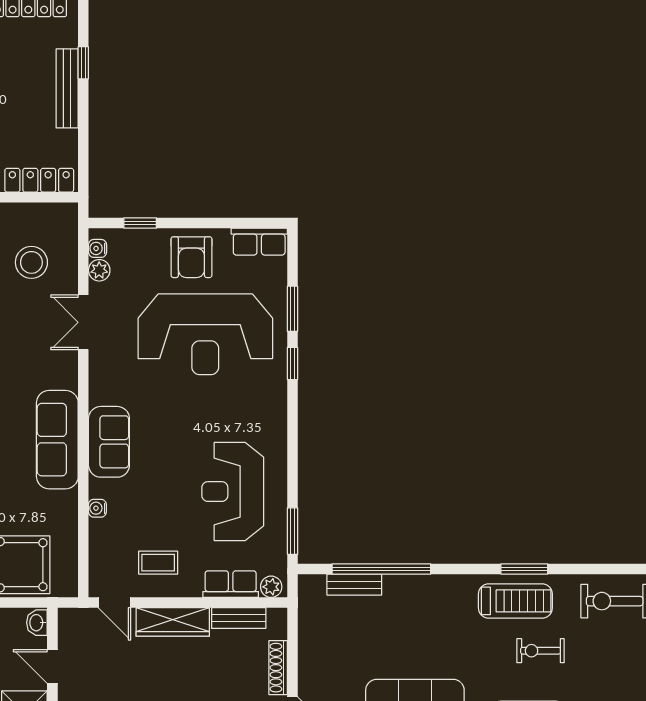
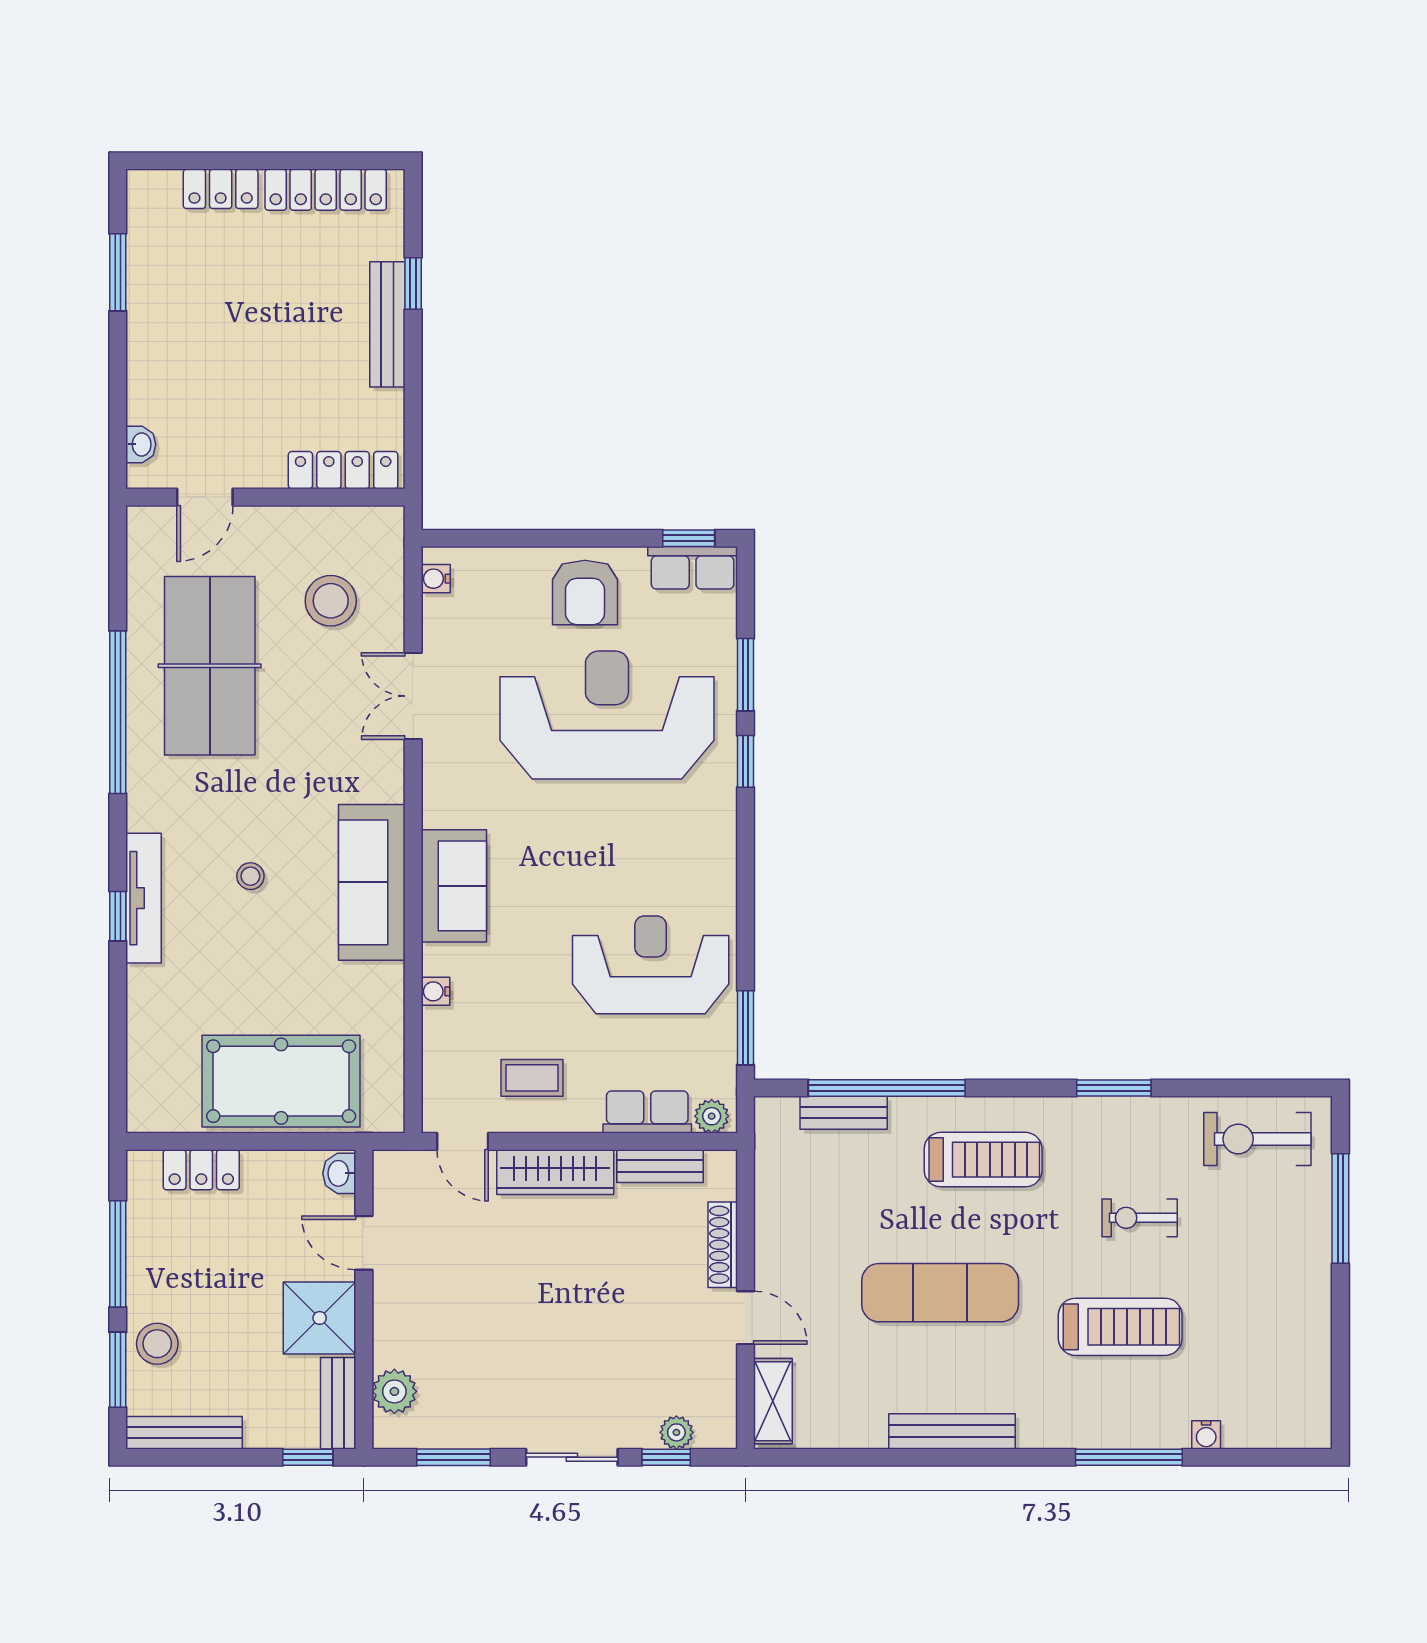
window: (140, 223) -> (689, 538), moved
plant: (99, 270) -> (438, 613), removed
reception desk: (205, 334) -> (607, 715), turned 180
reception desk: (233, 492) -> (651, 965), turned 90
treadmill: (515, 601) -> (983, 1160), moved

